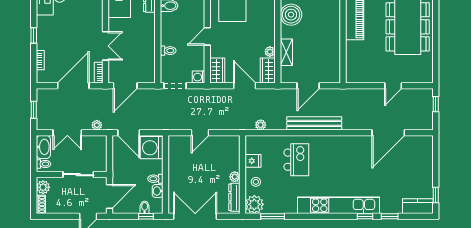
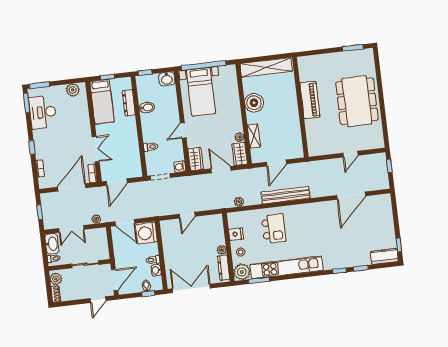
kitchen unit: (339, 205) -> (286, 267), moved

